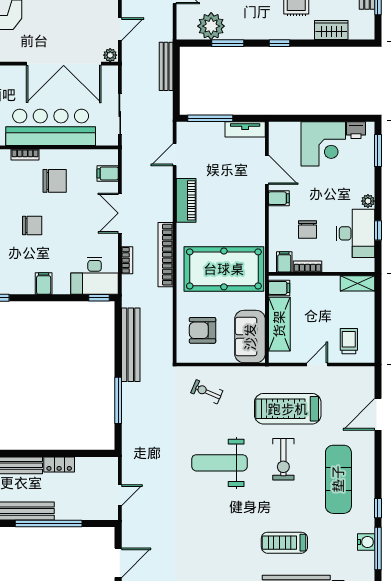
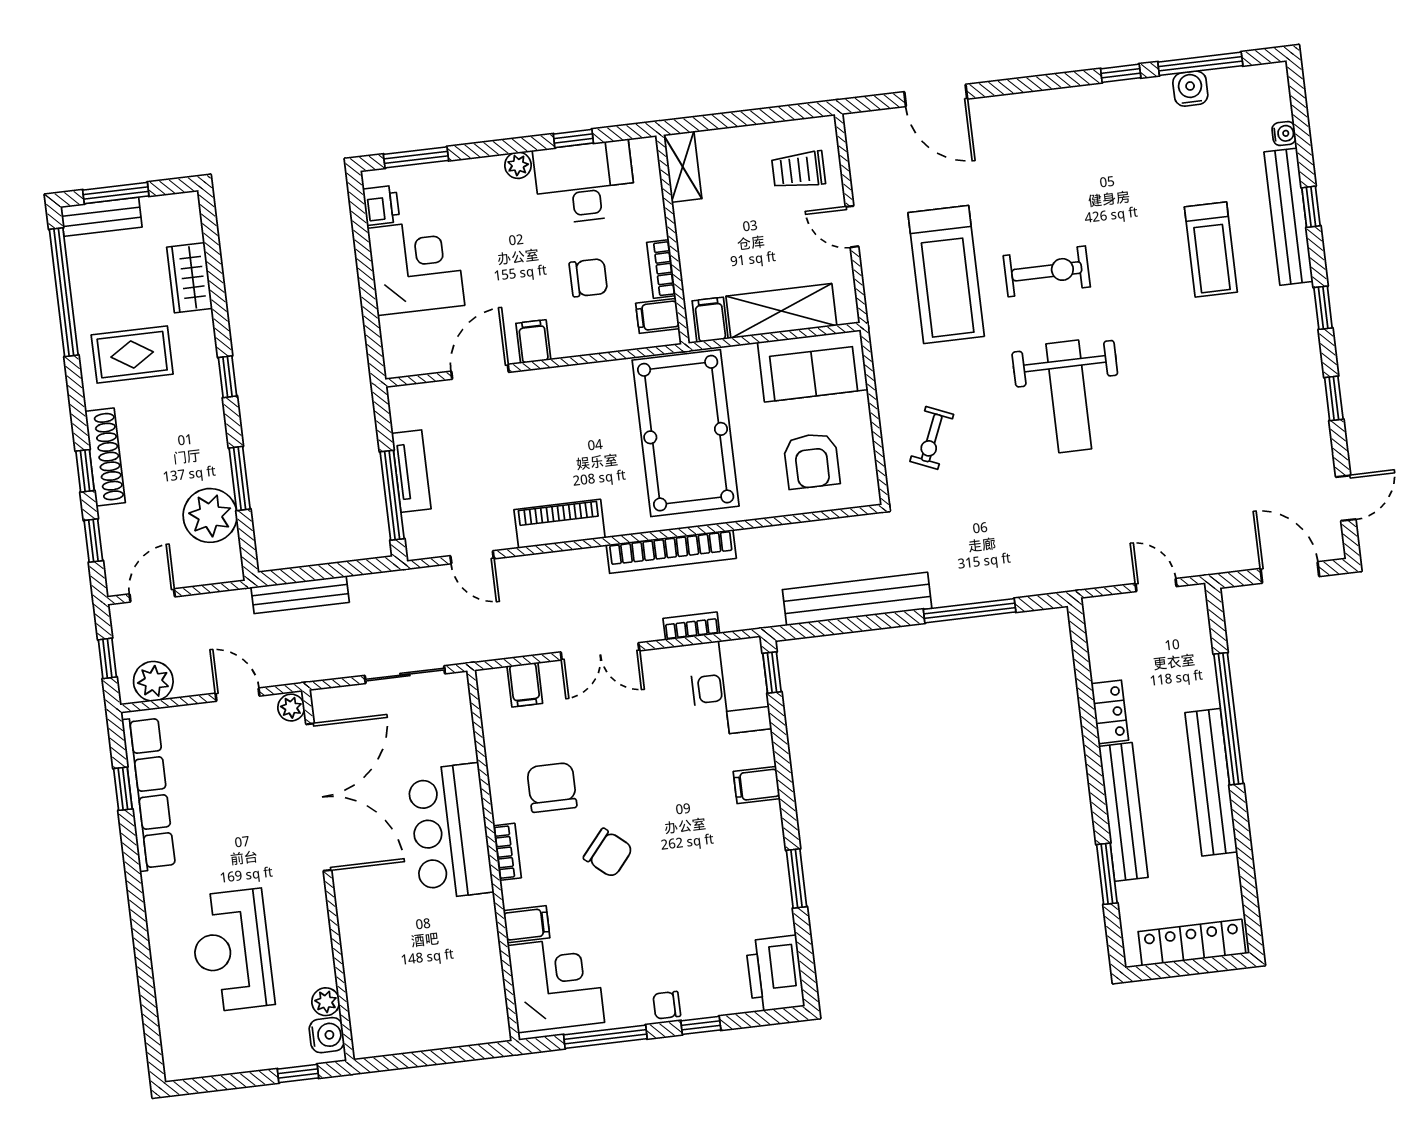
bar counter: (51, 127) -> (450, 831), width x0.73
tv unit: (245, 129) -> (411, 471), moved
chair: (32, 225) -> (608, 853), moved, turned 130
exercise mat: (338, 479) -> (1073, 158), removed

